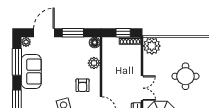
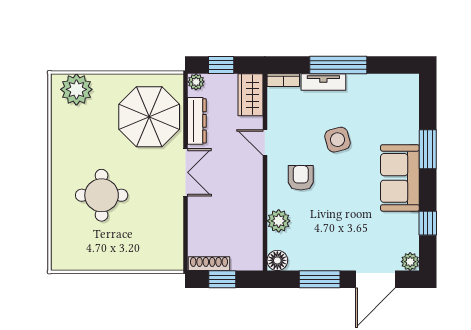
plant: (152, 46) -> (167, 254), removed
window: (17, 62) -> (428, 223), width x0.46
sofa: (31, 71) -> (400, 178), moved
double door: (142, 88) -> (186, 172), swing flipped

